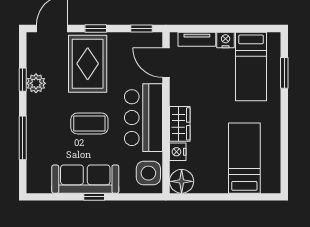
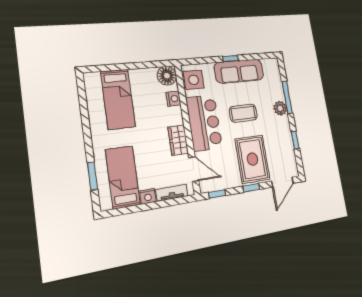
plant: (36, 83) -> (280, 108), moved
wardrobe: (180, 124) -> (178, 140), moved

